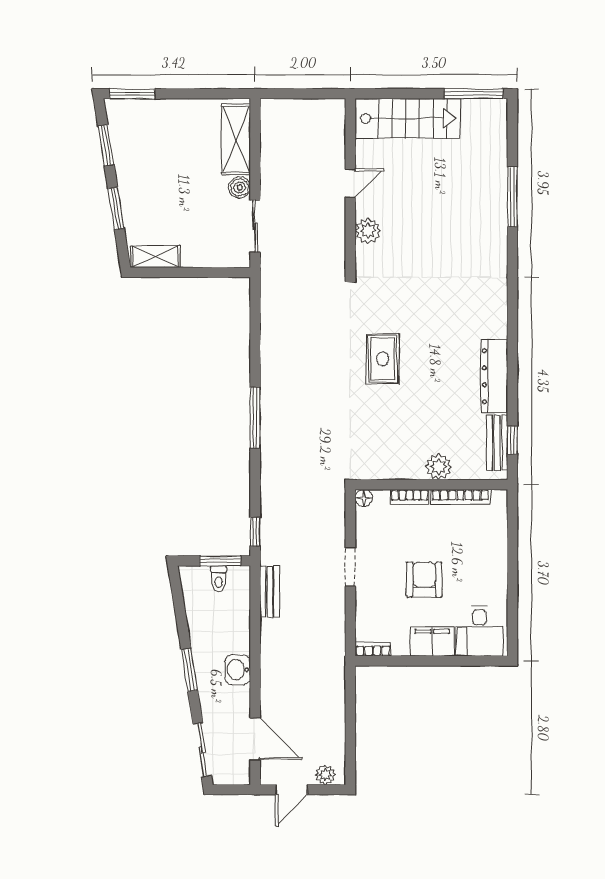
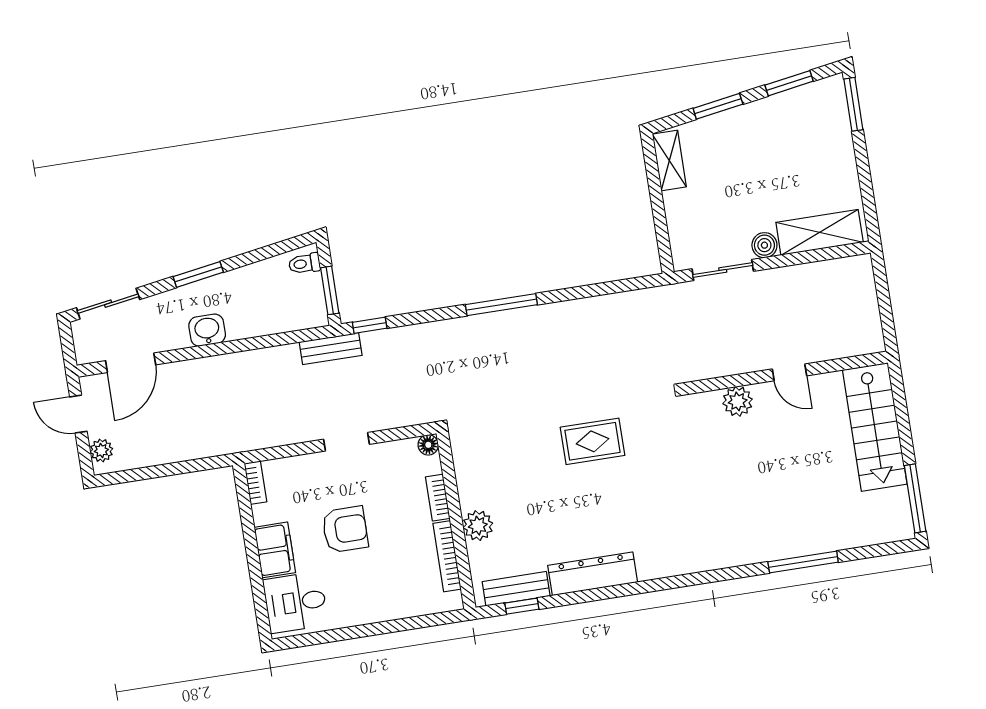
toilet: (219, 579) -> (304, 264), moved
bench: (270, 592) -> (331, 349), moved

